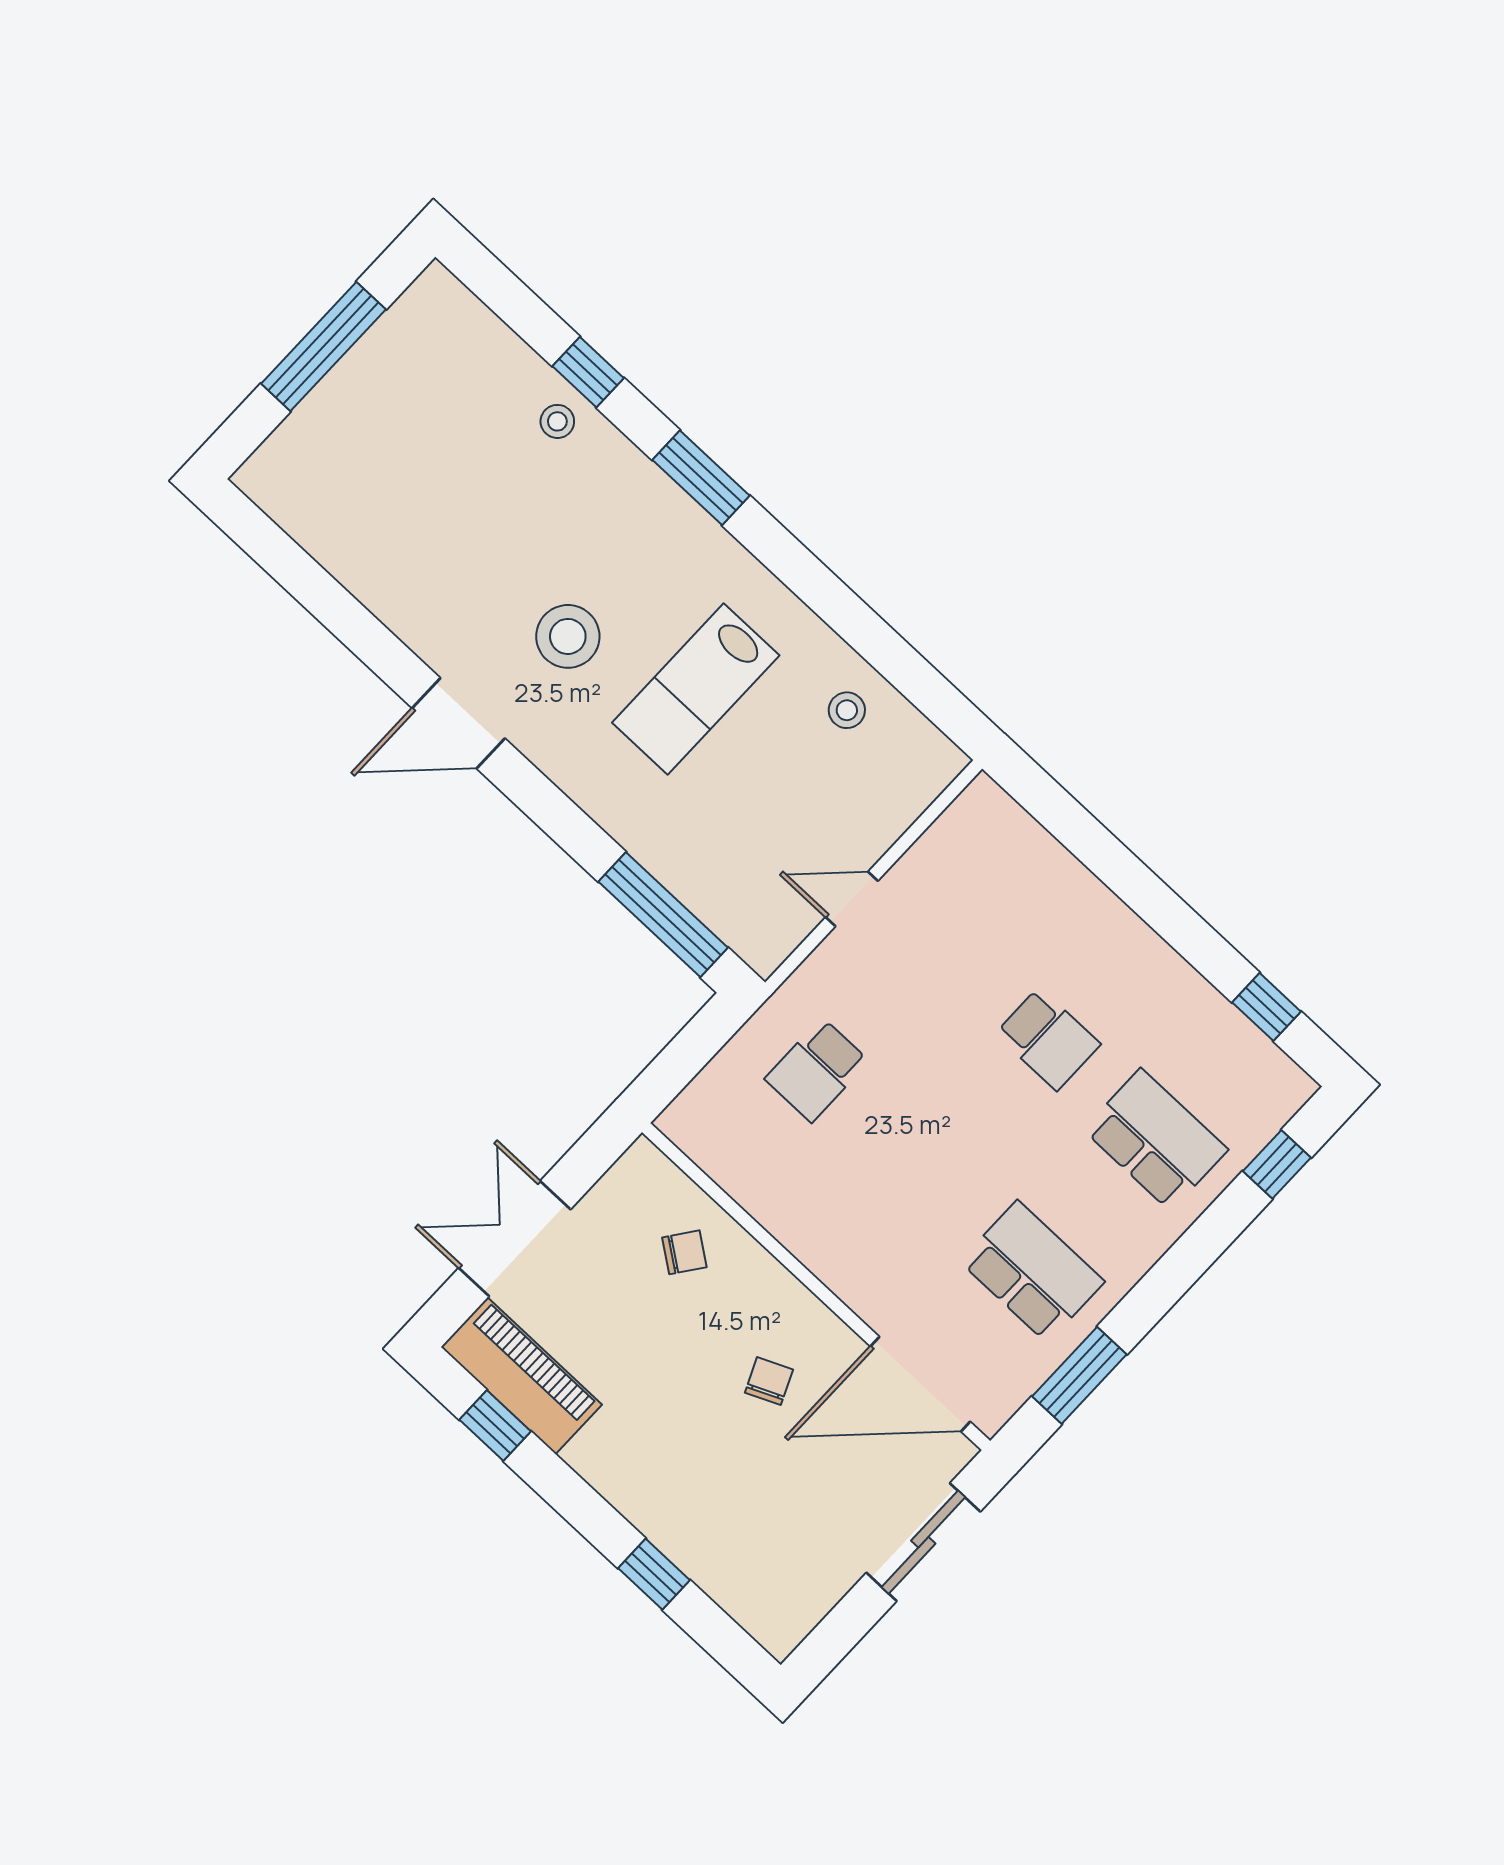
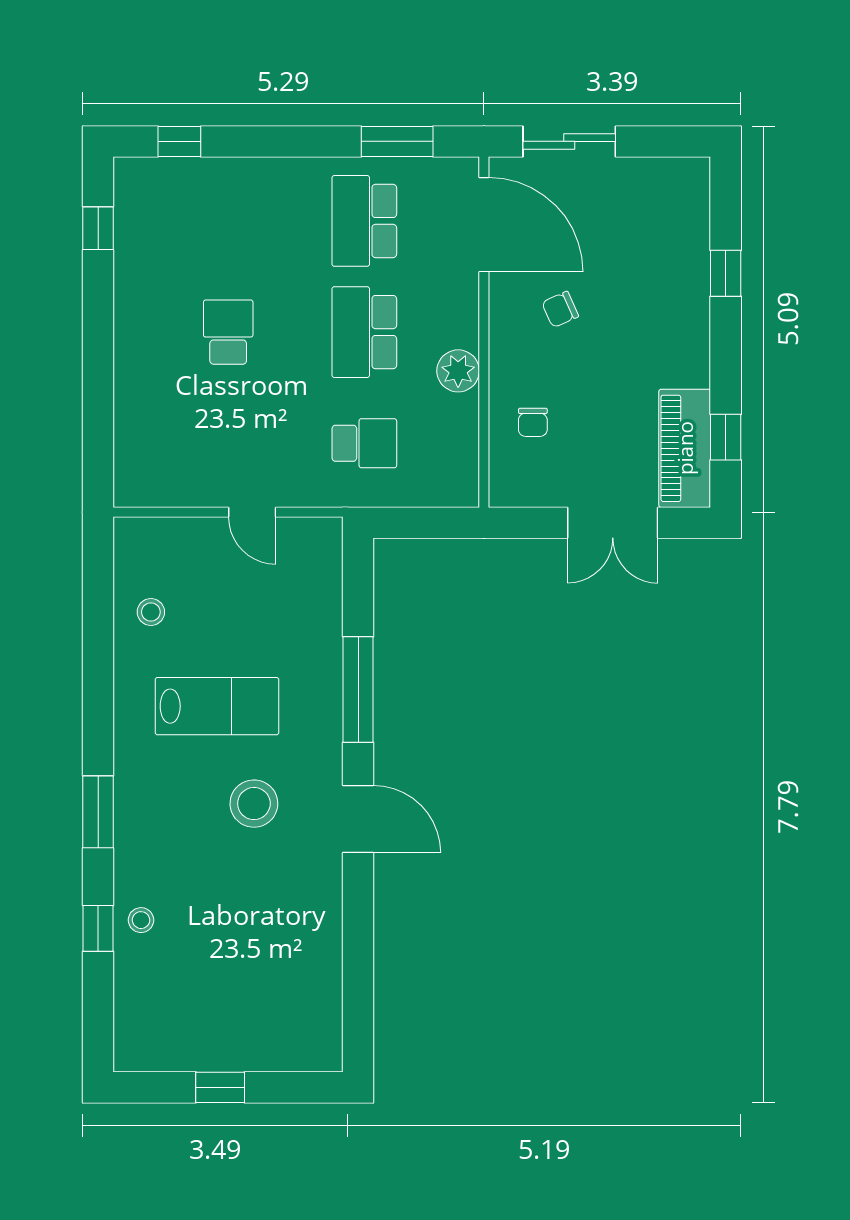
window: (323, 346) -> (220, 1087), width x0.46
window: (663, 915) -> (358, 689), moved
school desk: (1156, 1140) -> (364, 332), moved
plant: (802, 1226) -> (458, 371), added
chair: (684, 1252) -> (533, 422), turned -126

